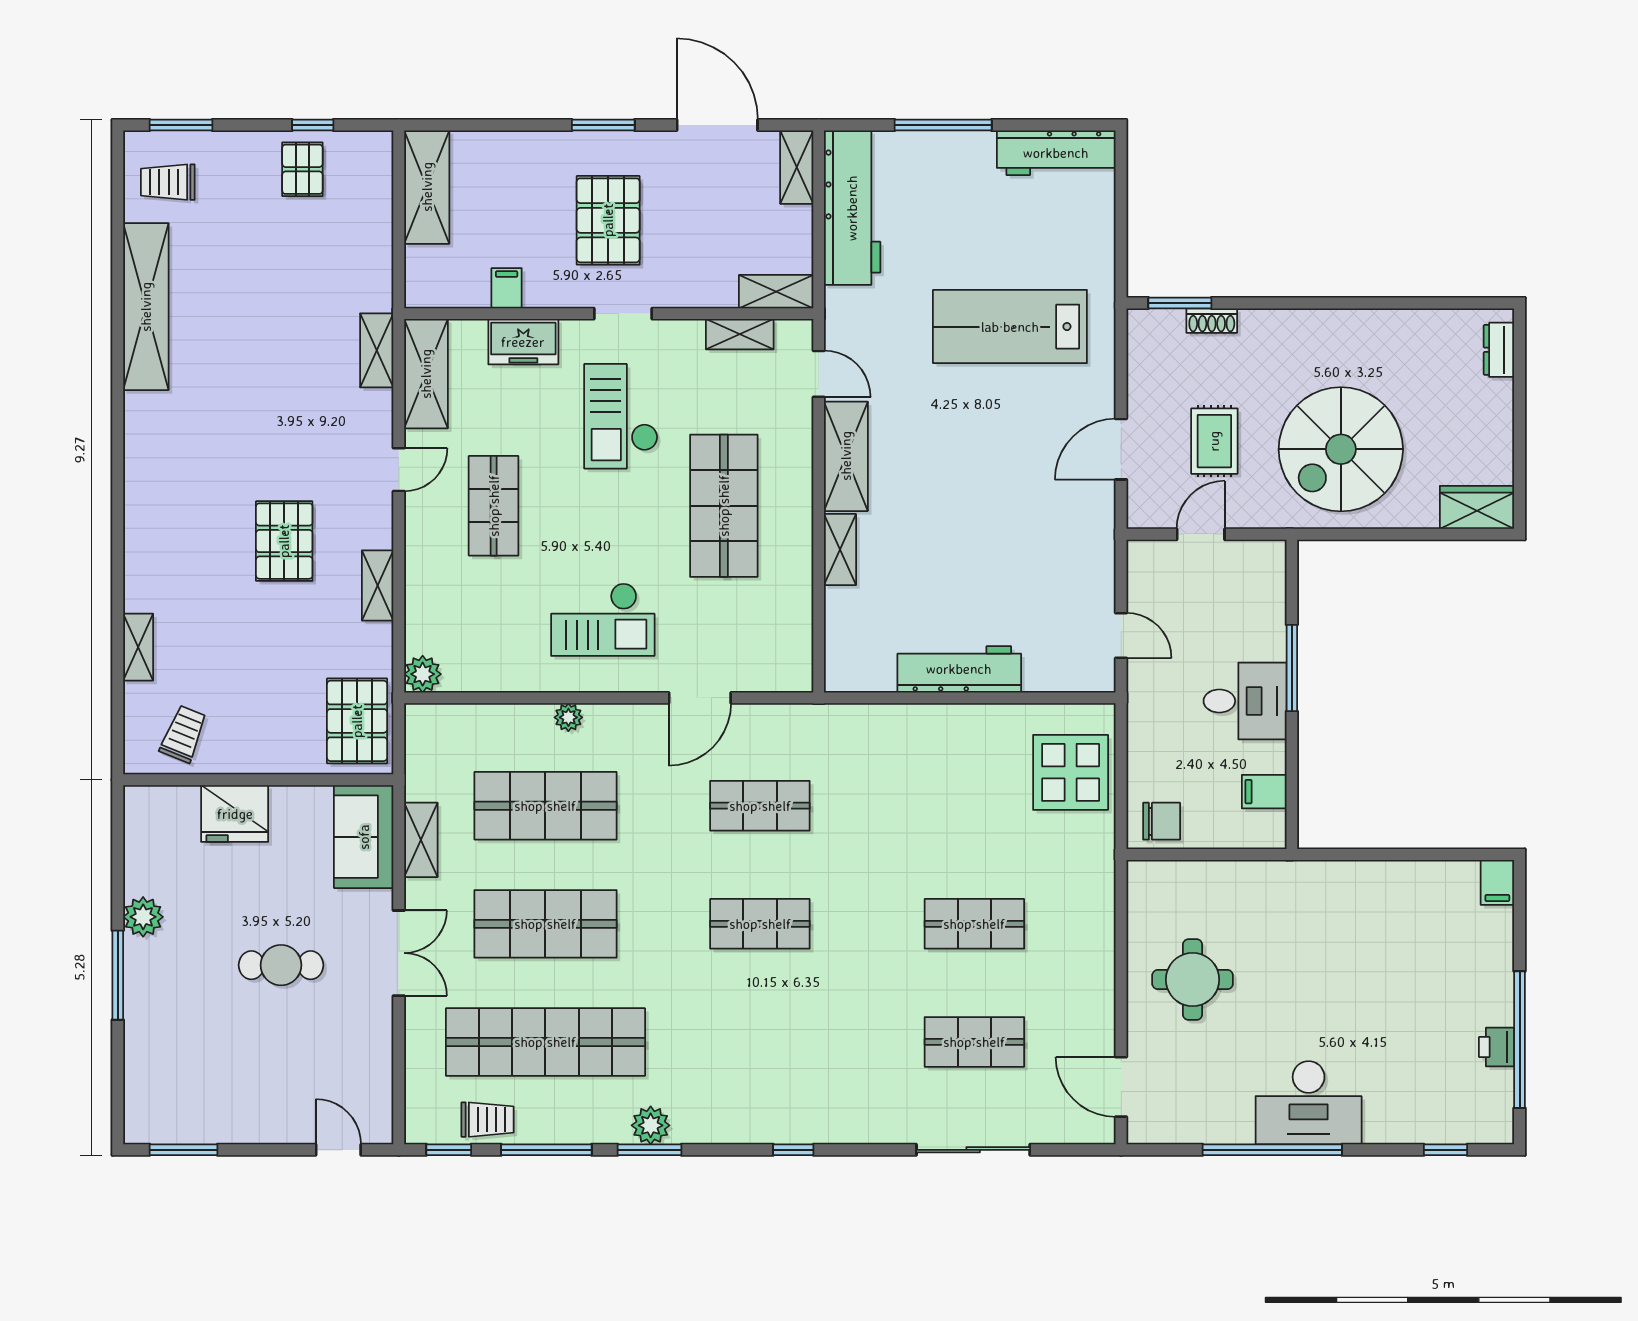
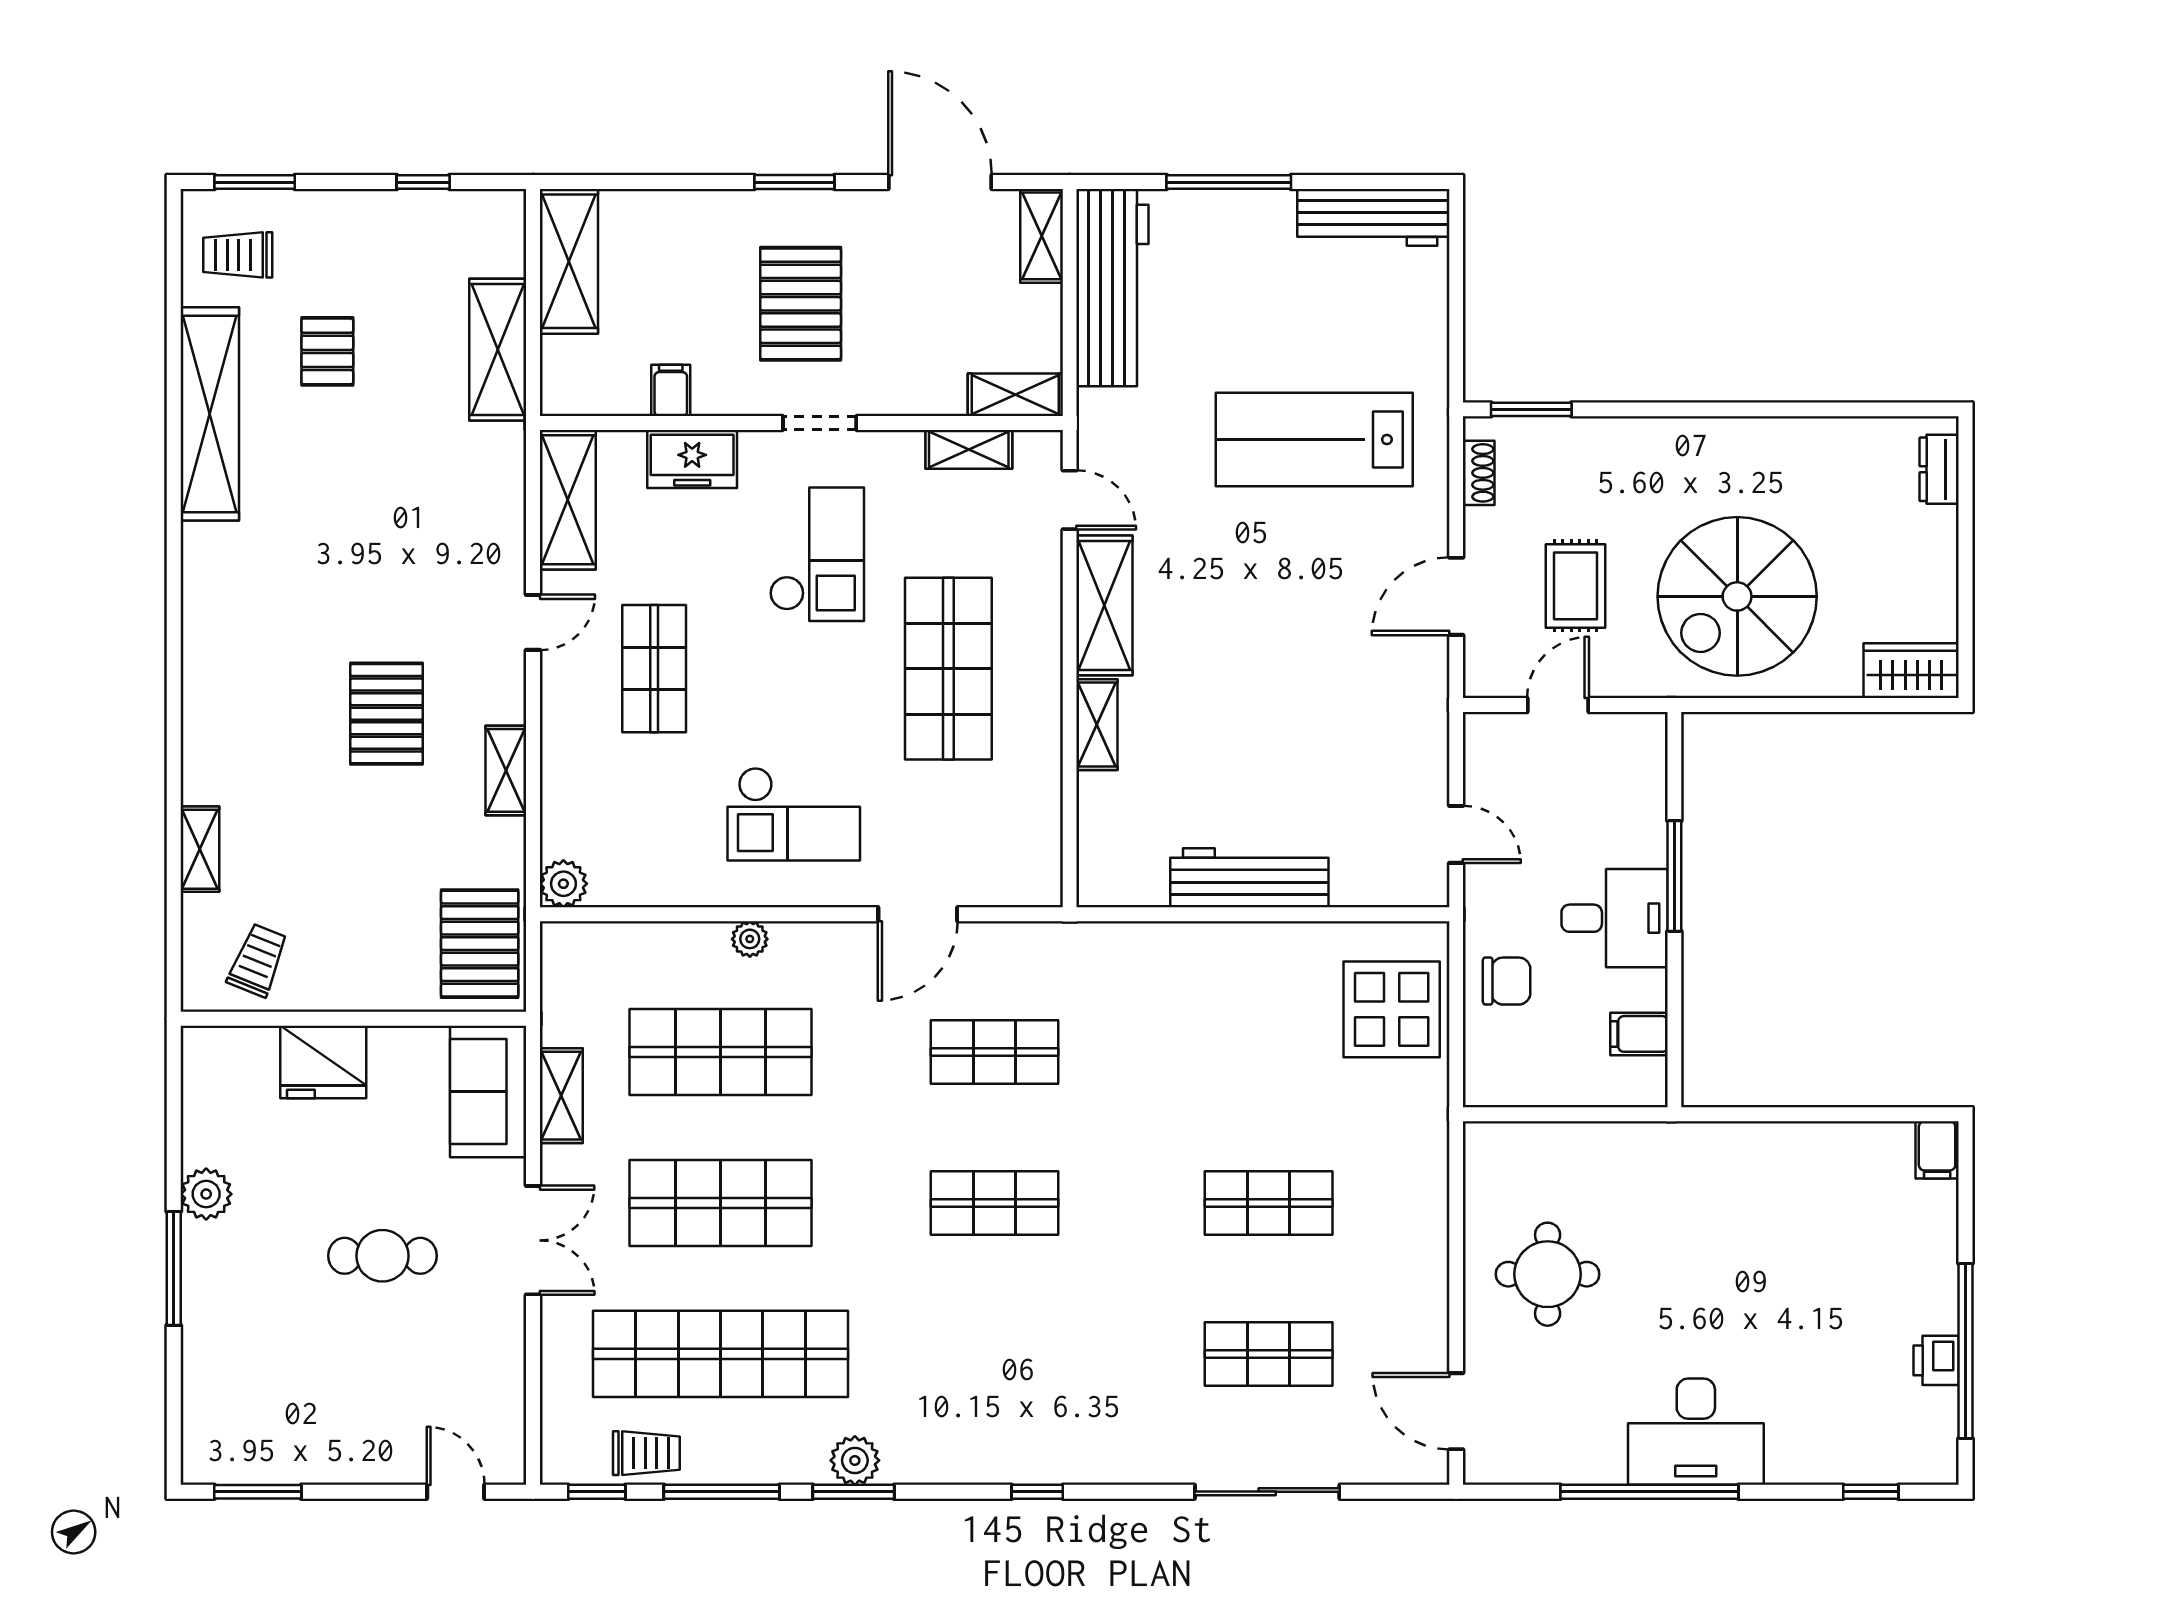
pallet: (302, 169) -> (327, 351), moved
shoe rack: (1212, 321) -> (1479, 473), moved, turned -90
shelving: (377, 350) -> (498, 350), moved, width x1.50, depth x1.33
checkout: (621, 416) -> (817, 554), turned 180
chair: (1162, 821) -> (1507, 981), moved

